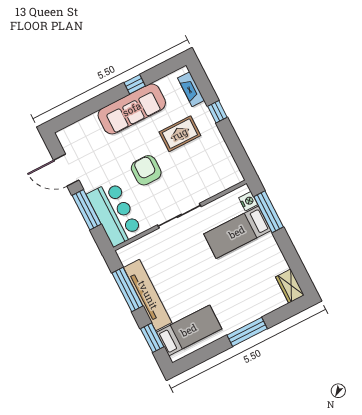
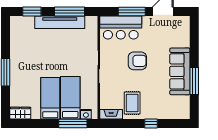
window: (135, 84) -> (194, 81), width x2.17
fireplace: (191, 89) -> (111, 114), moved
rug: (180, 134) -> (132, 103), moved
bed: (189, 330) -> (50, 98), moved, turned 180

